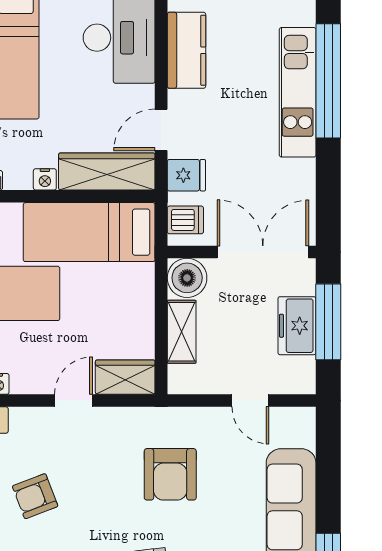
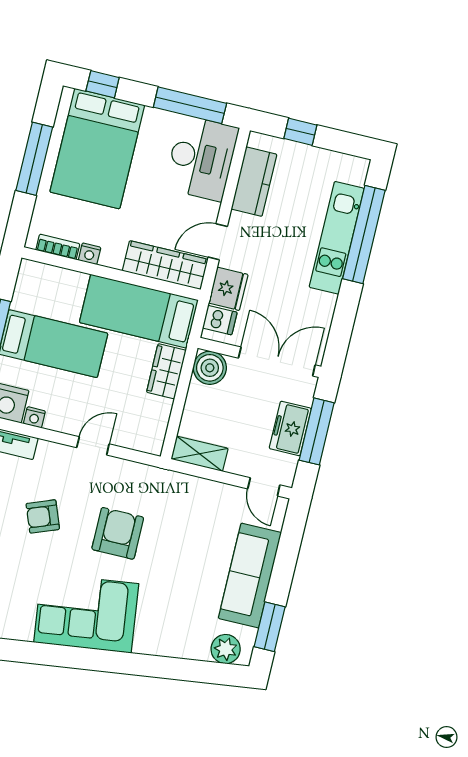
fridge: (186, 175) -> (228, 289), width x1.38
nightstand: (45, 179) -> (90, 254), moved
shelving: (182, 332) -> (200, 454), moved, turned 90
wardrobe: (125, 377) -> (166, 371), moved, turned -90
door: (250, 401) -> (264, 487), moved
armchair: (170, 474) -> (118, 533), moved, turned 180

